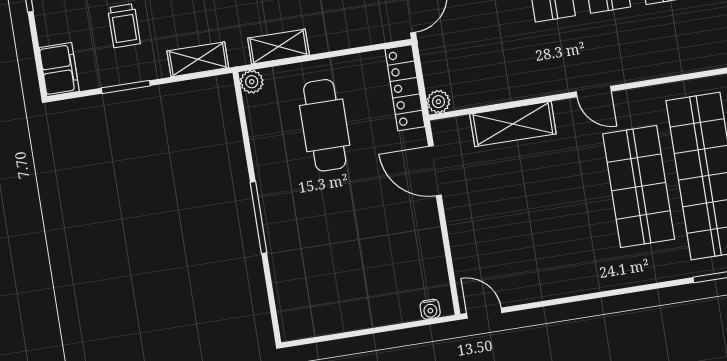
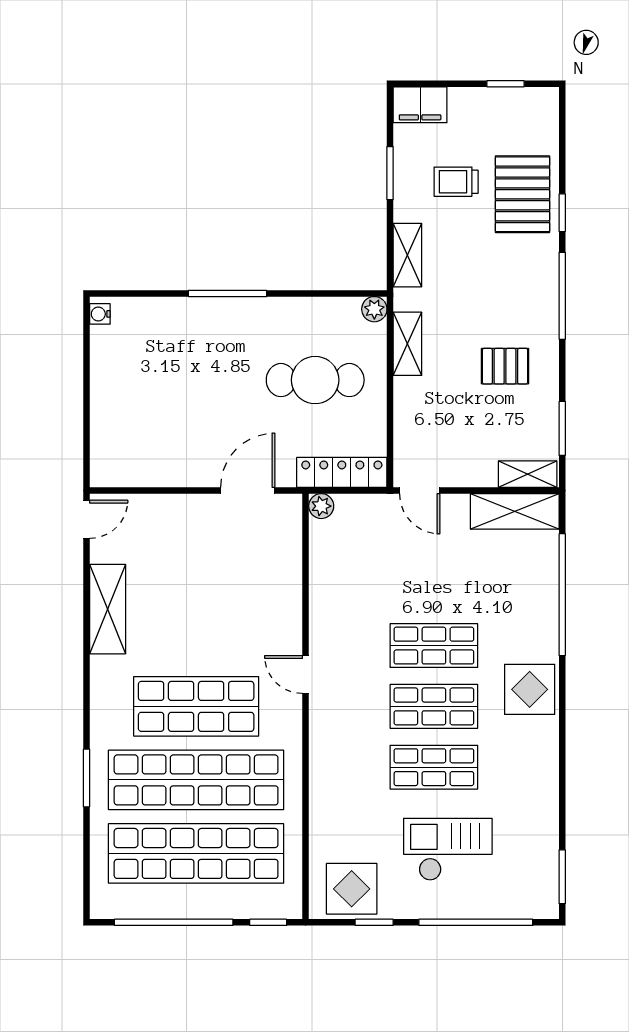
door: (594, 92) -> (306, 674), hinge flipped
shelving: (513, 124) -> (108, 609), moved
water cooler: (430, 309) -> (100, 314), moved

